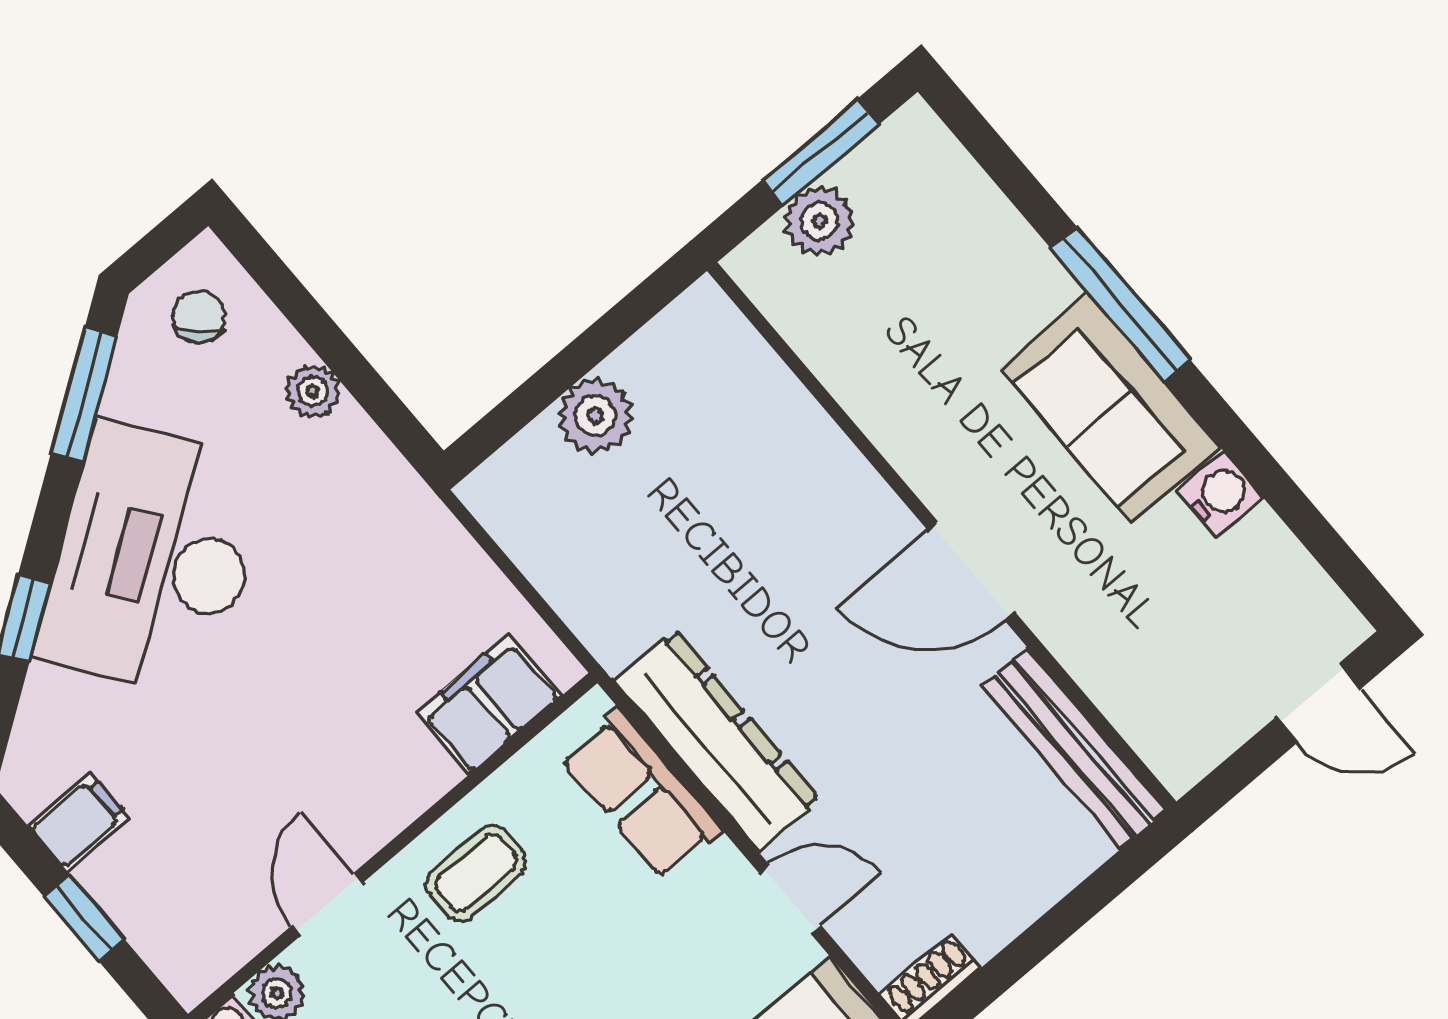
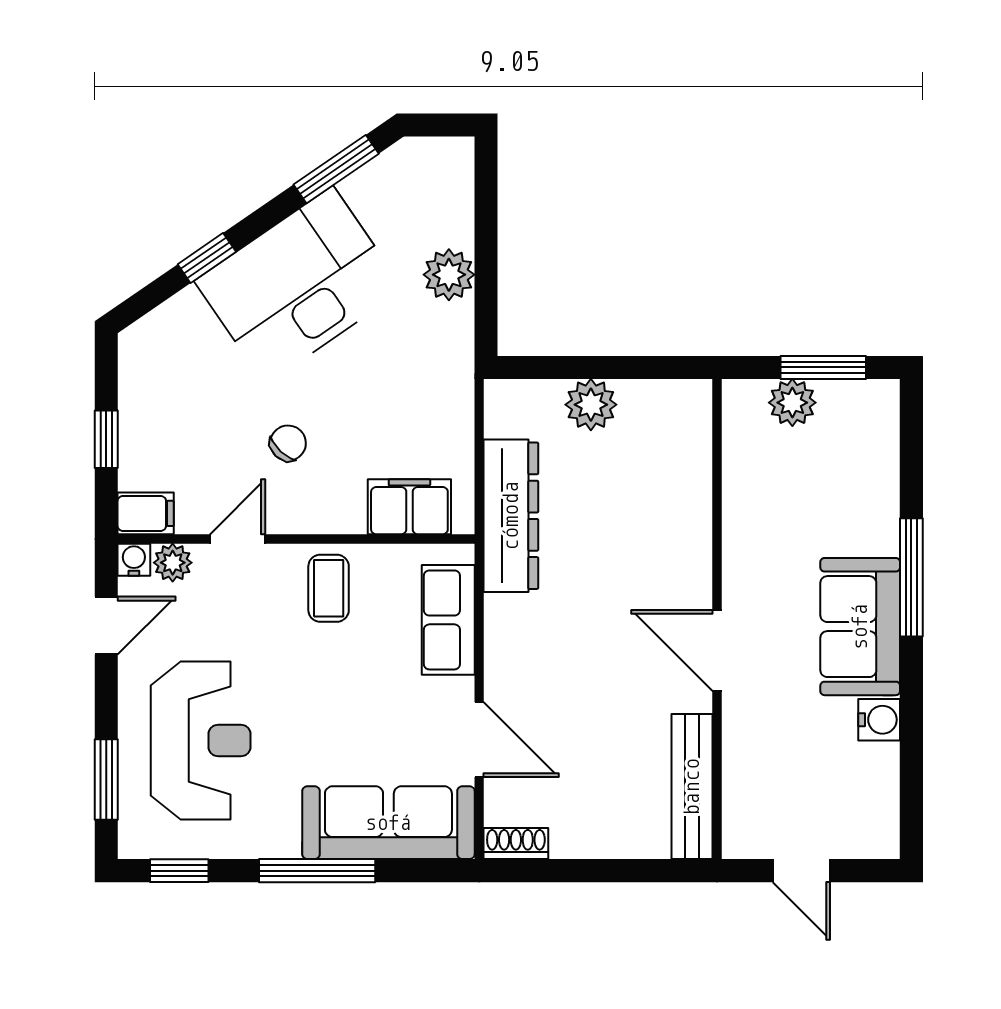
chair: (198, 316) -> (288, 443), moved
plant: (313, 391) -> (449, 275), width x1.38, depth x1.38
door: (1318, 703) -> (801, 871), moved
dresser: (717, 741) -> (511, 516), moved
filing cabinet: (79, 822) -> (146, 513), moved
coffee table: (476, 873) -> (329, 588), turned 90
door: (790, 899) -> (479, 740), width x1.38

